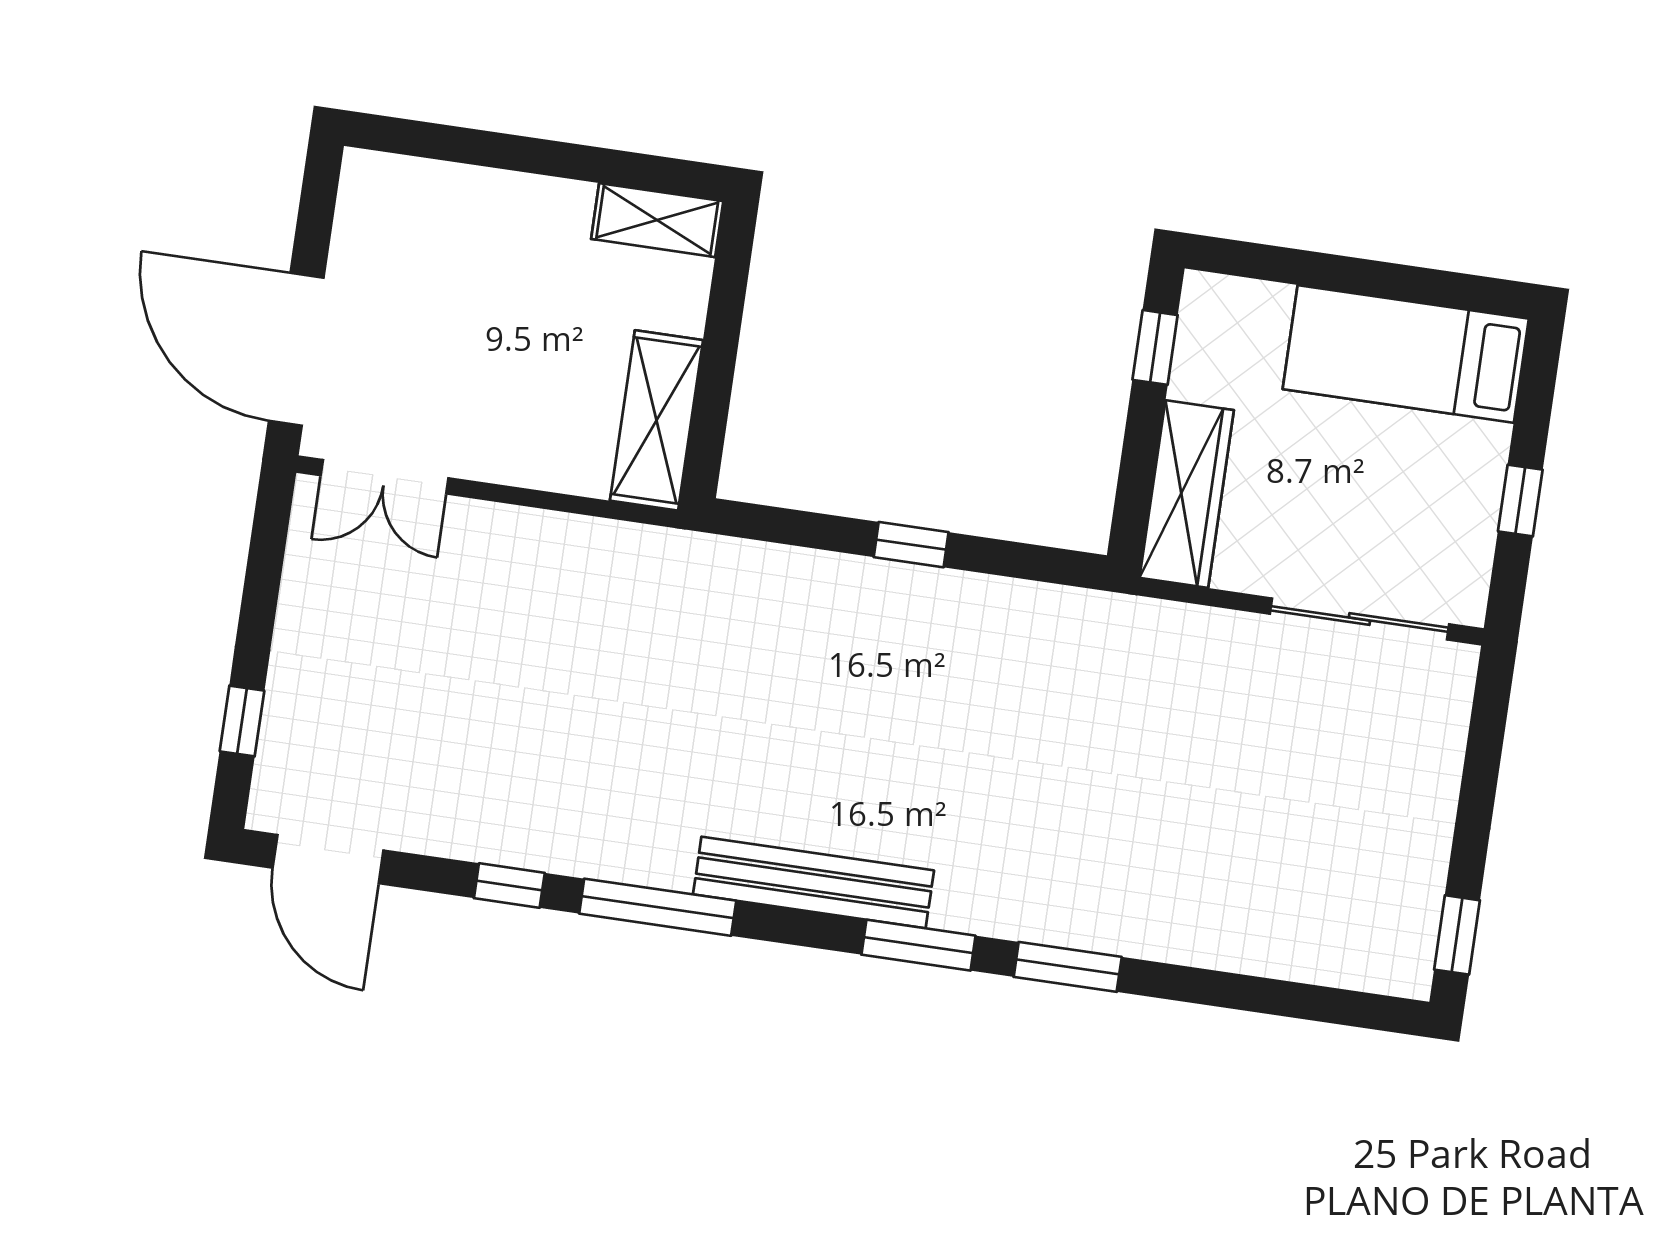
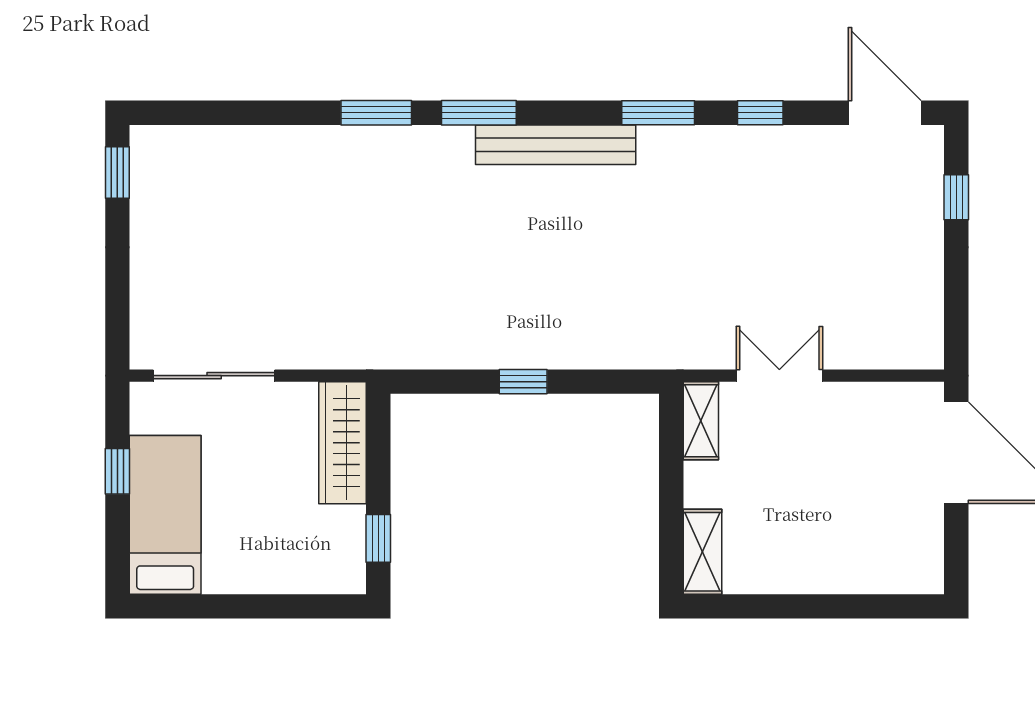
shelving: (657, 220) -> (703, 552), moved, turned 90
bed: (1406, 354) -> (165, 515), moved, turned -90
shelving: (656, 420) -> (701, 421), width x0.67, depth x0.75
double door: (385, 477) -> (779, 376), moved
window: (658, 907) -> (658, 113), width x0.69

